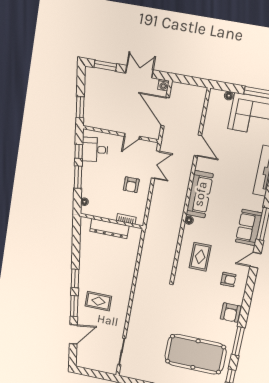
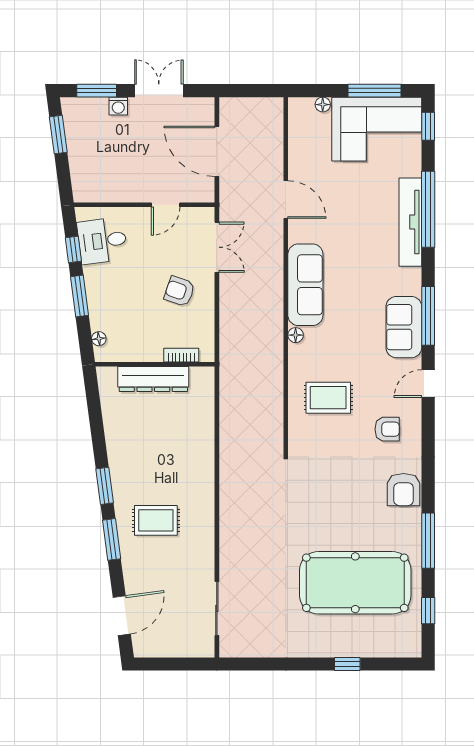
washing machine: (163, 85) -> (118, 106), moved
window: (80, 107) -> (58, 135), moved
armchair: (131, 185) -> (179, 291), turned 109
rug: (200, 257) -> (328, 398), turned 90
door: (73, 334) -> (122, 616), moved

